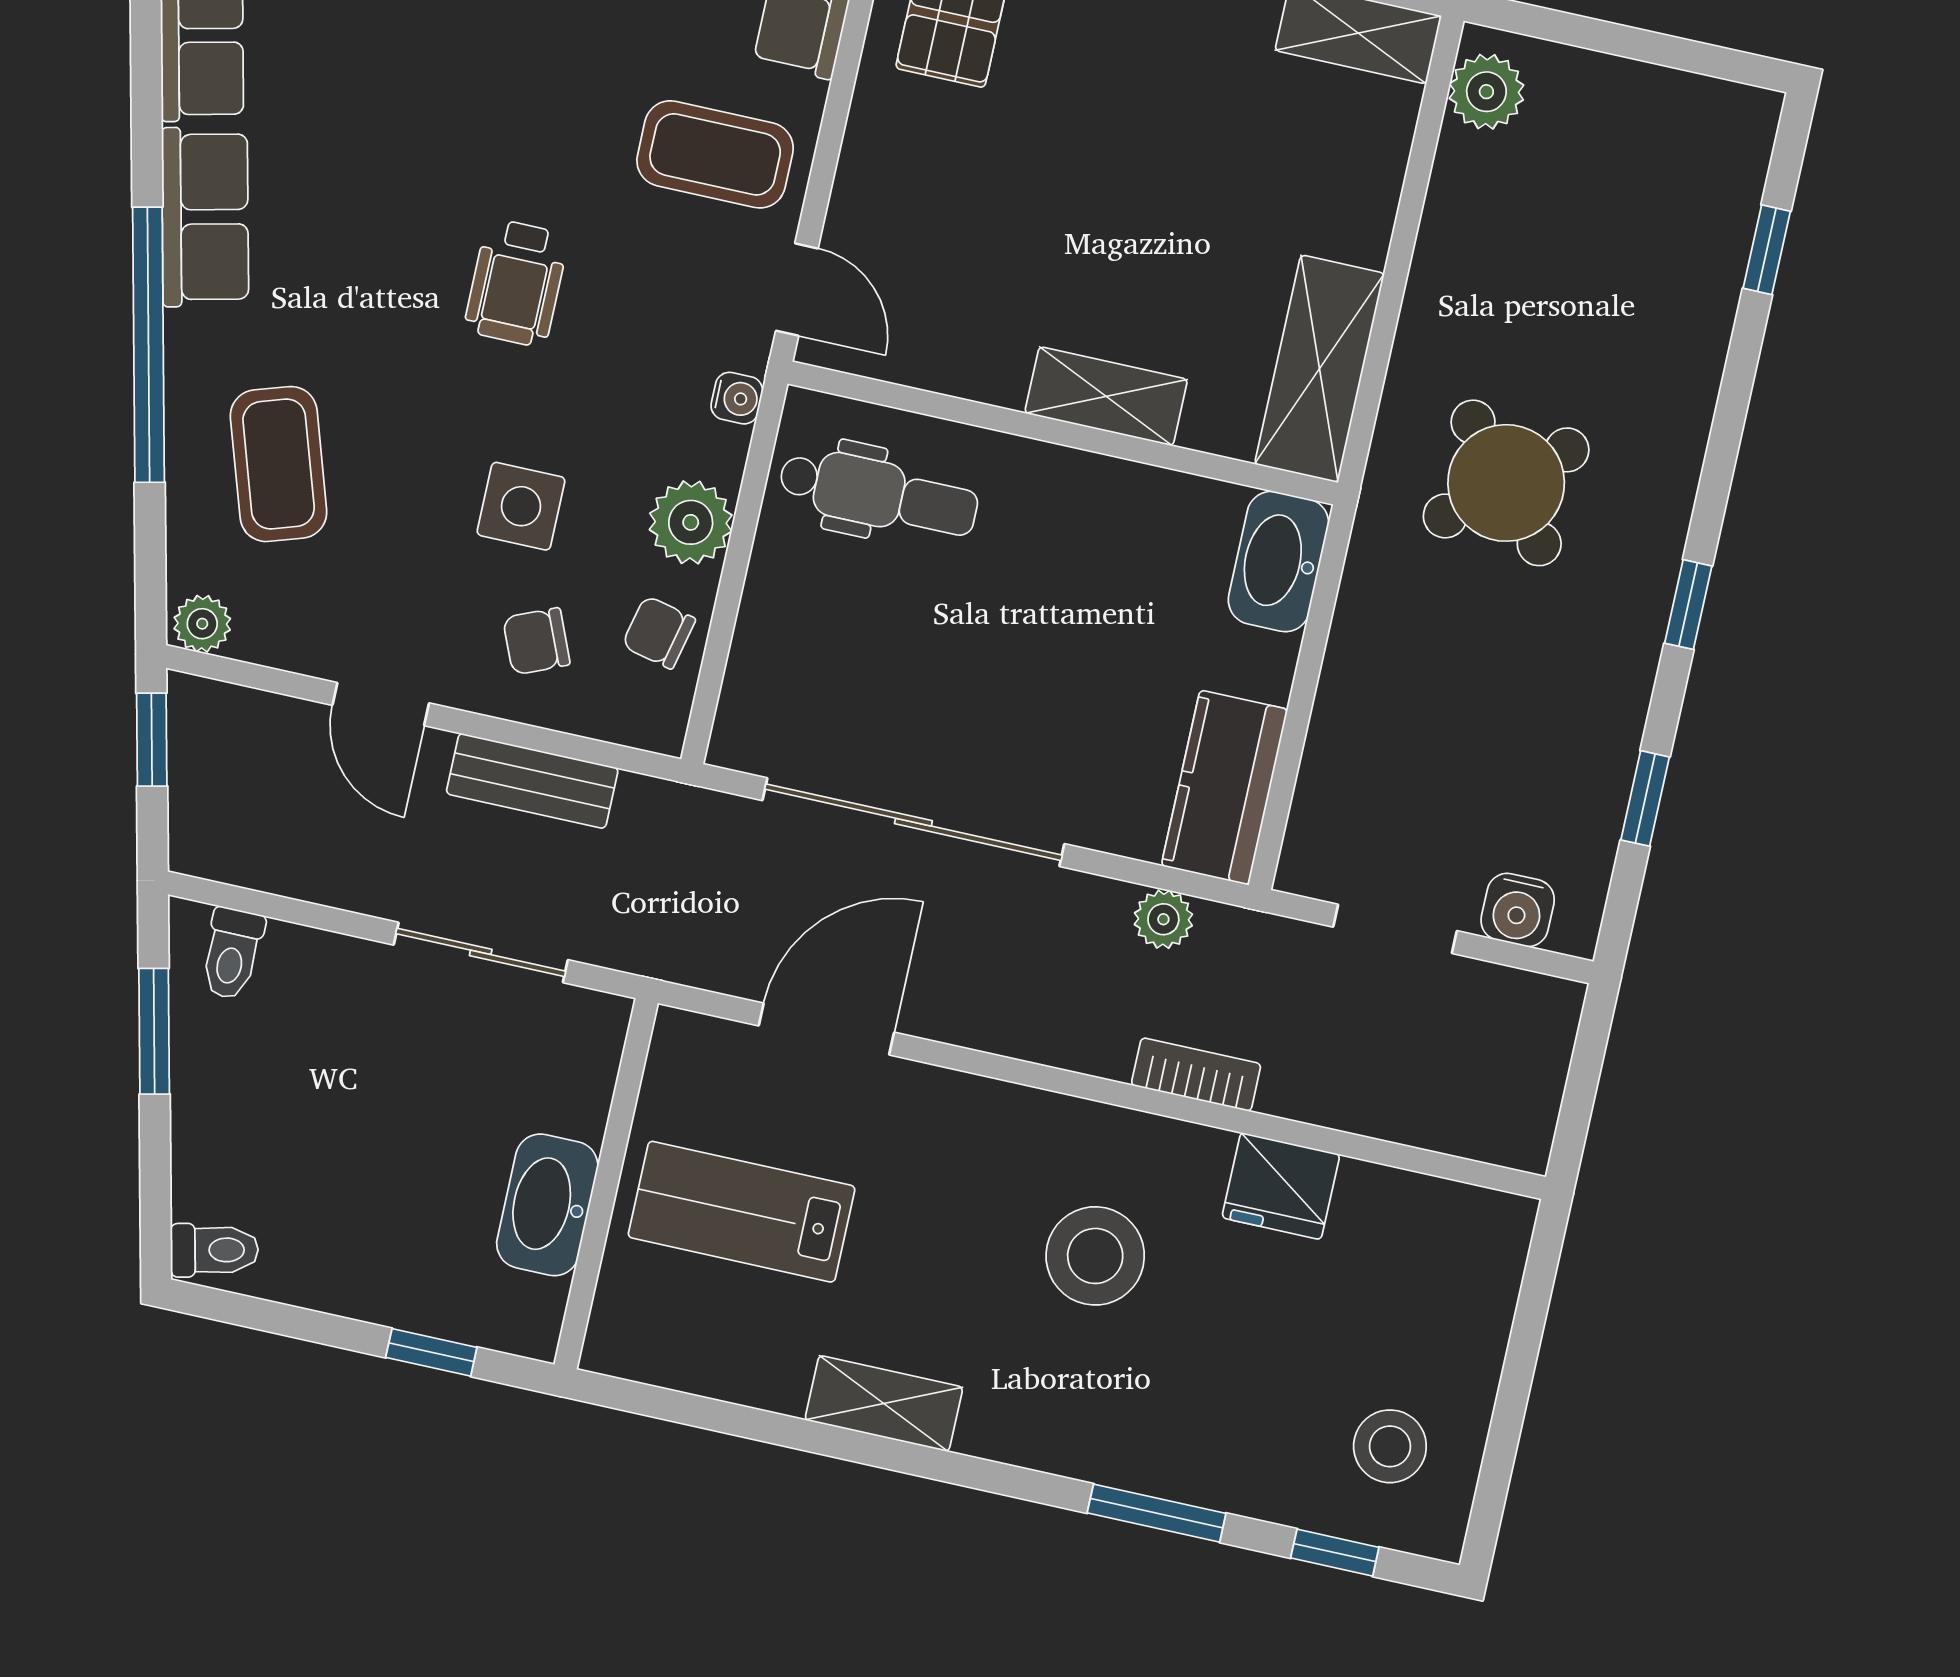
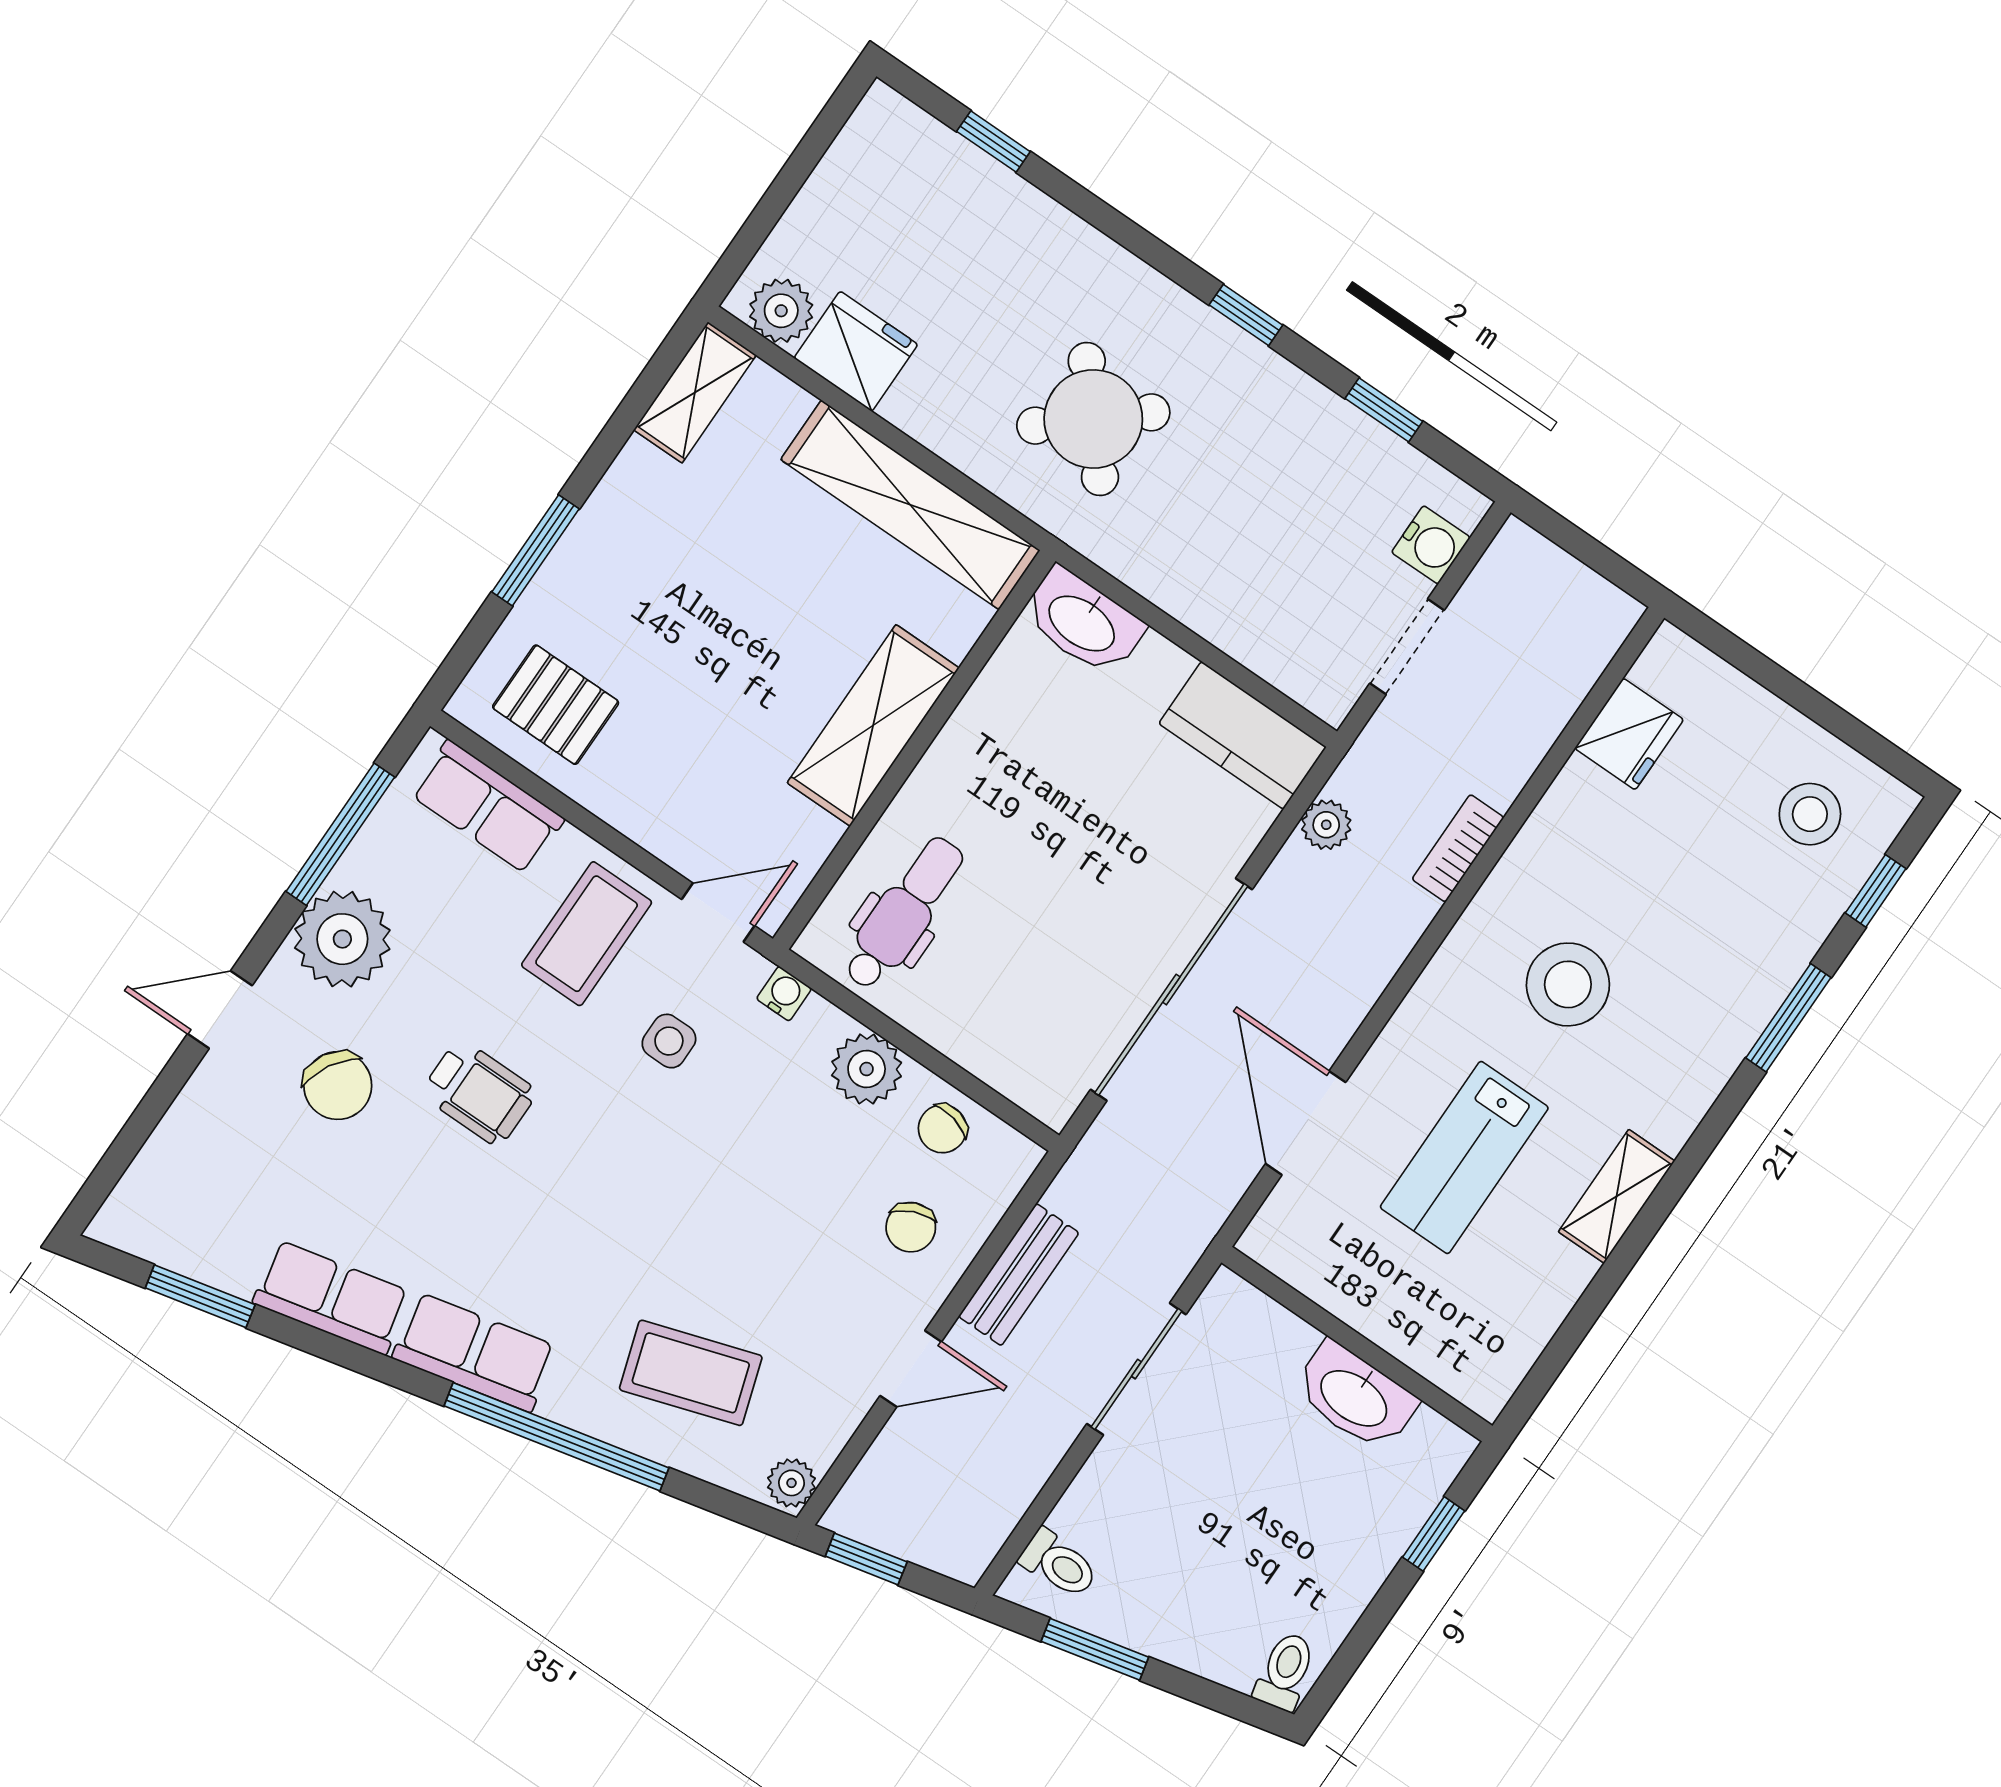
fridge: (1475, 192) -> (856, 351), added
wheelchair: (516, 283) -> (479, 1093), moved
shelving: (1320, 369) -> (910, 505), width x1.47
shelving: (1106, 396) -> (873, 725), width x1.50, depth x1.33
side table: (521, 506) -> (669, 1041), moved, width x0.73, depth x0.73
fridge: (1281, 1186) -> (1629, 734), moved
lab bench: (742, 1212) -> (1464, 1157), moved

